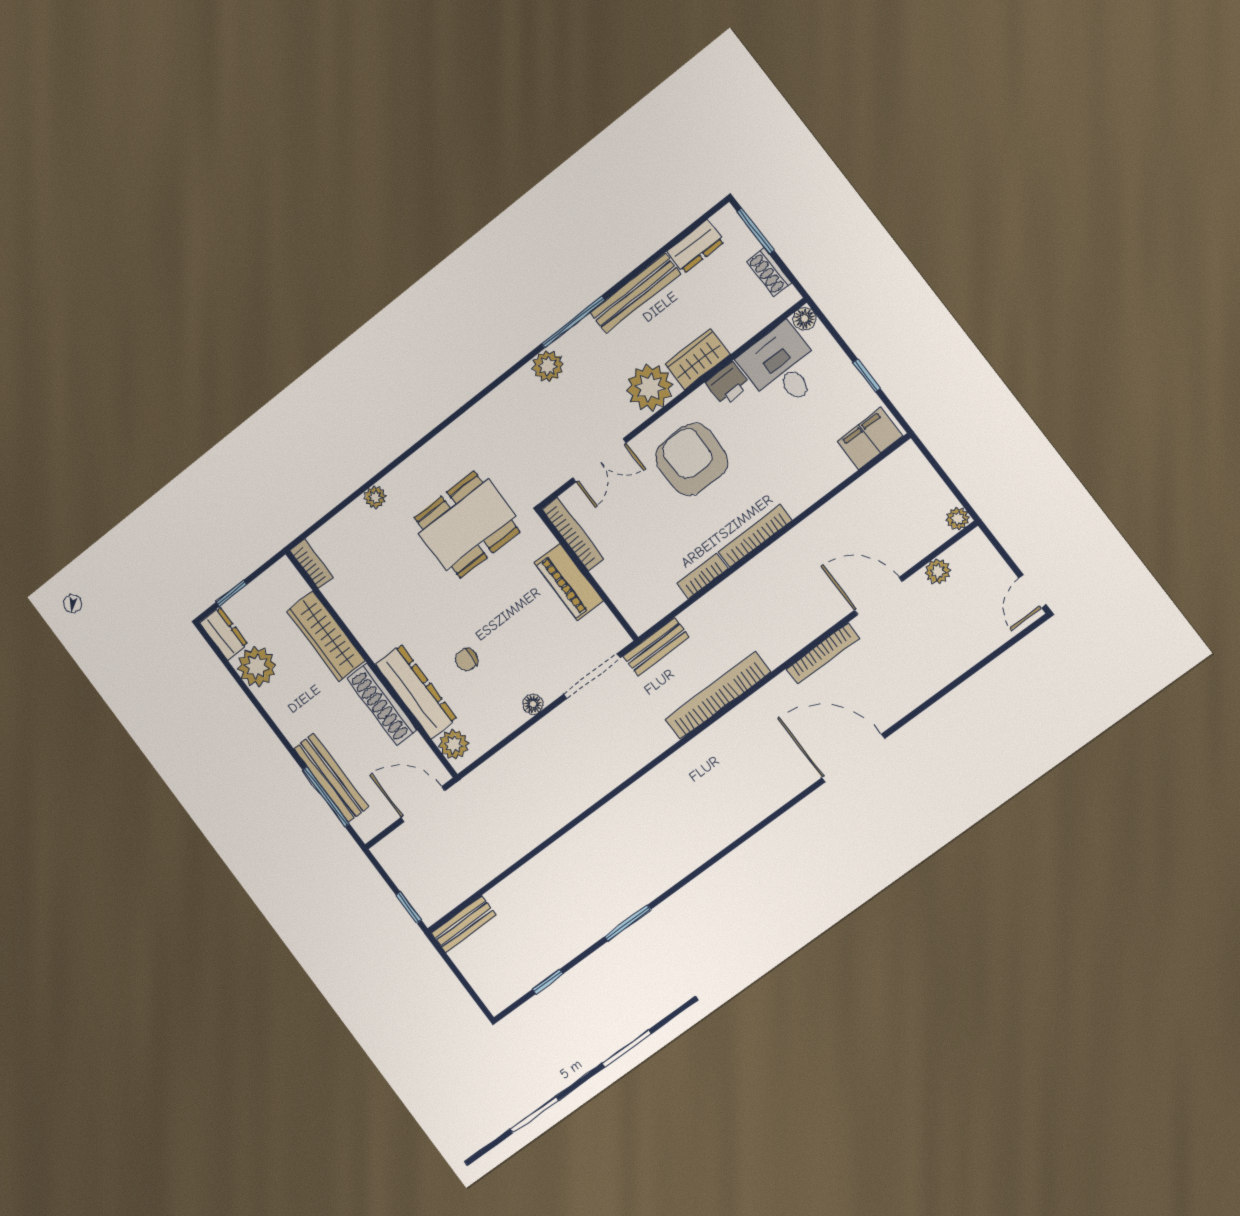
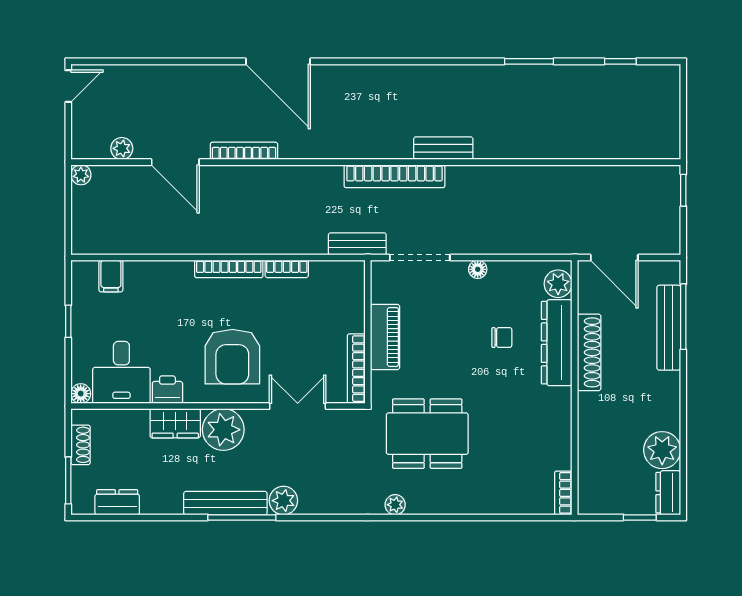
bench: (635, 293) -> (225, 503), moved
filing cabinet: (870, 439) -> (111, 276), width x0.50
plant: (375, 497) -> (395, 505), moved
wardrobe: (326, 636) -> (593, 433), removed
bookcase: (718, 696) -> (394, 176), moved
bench: (464, 924) -> (443, 148), moved

